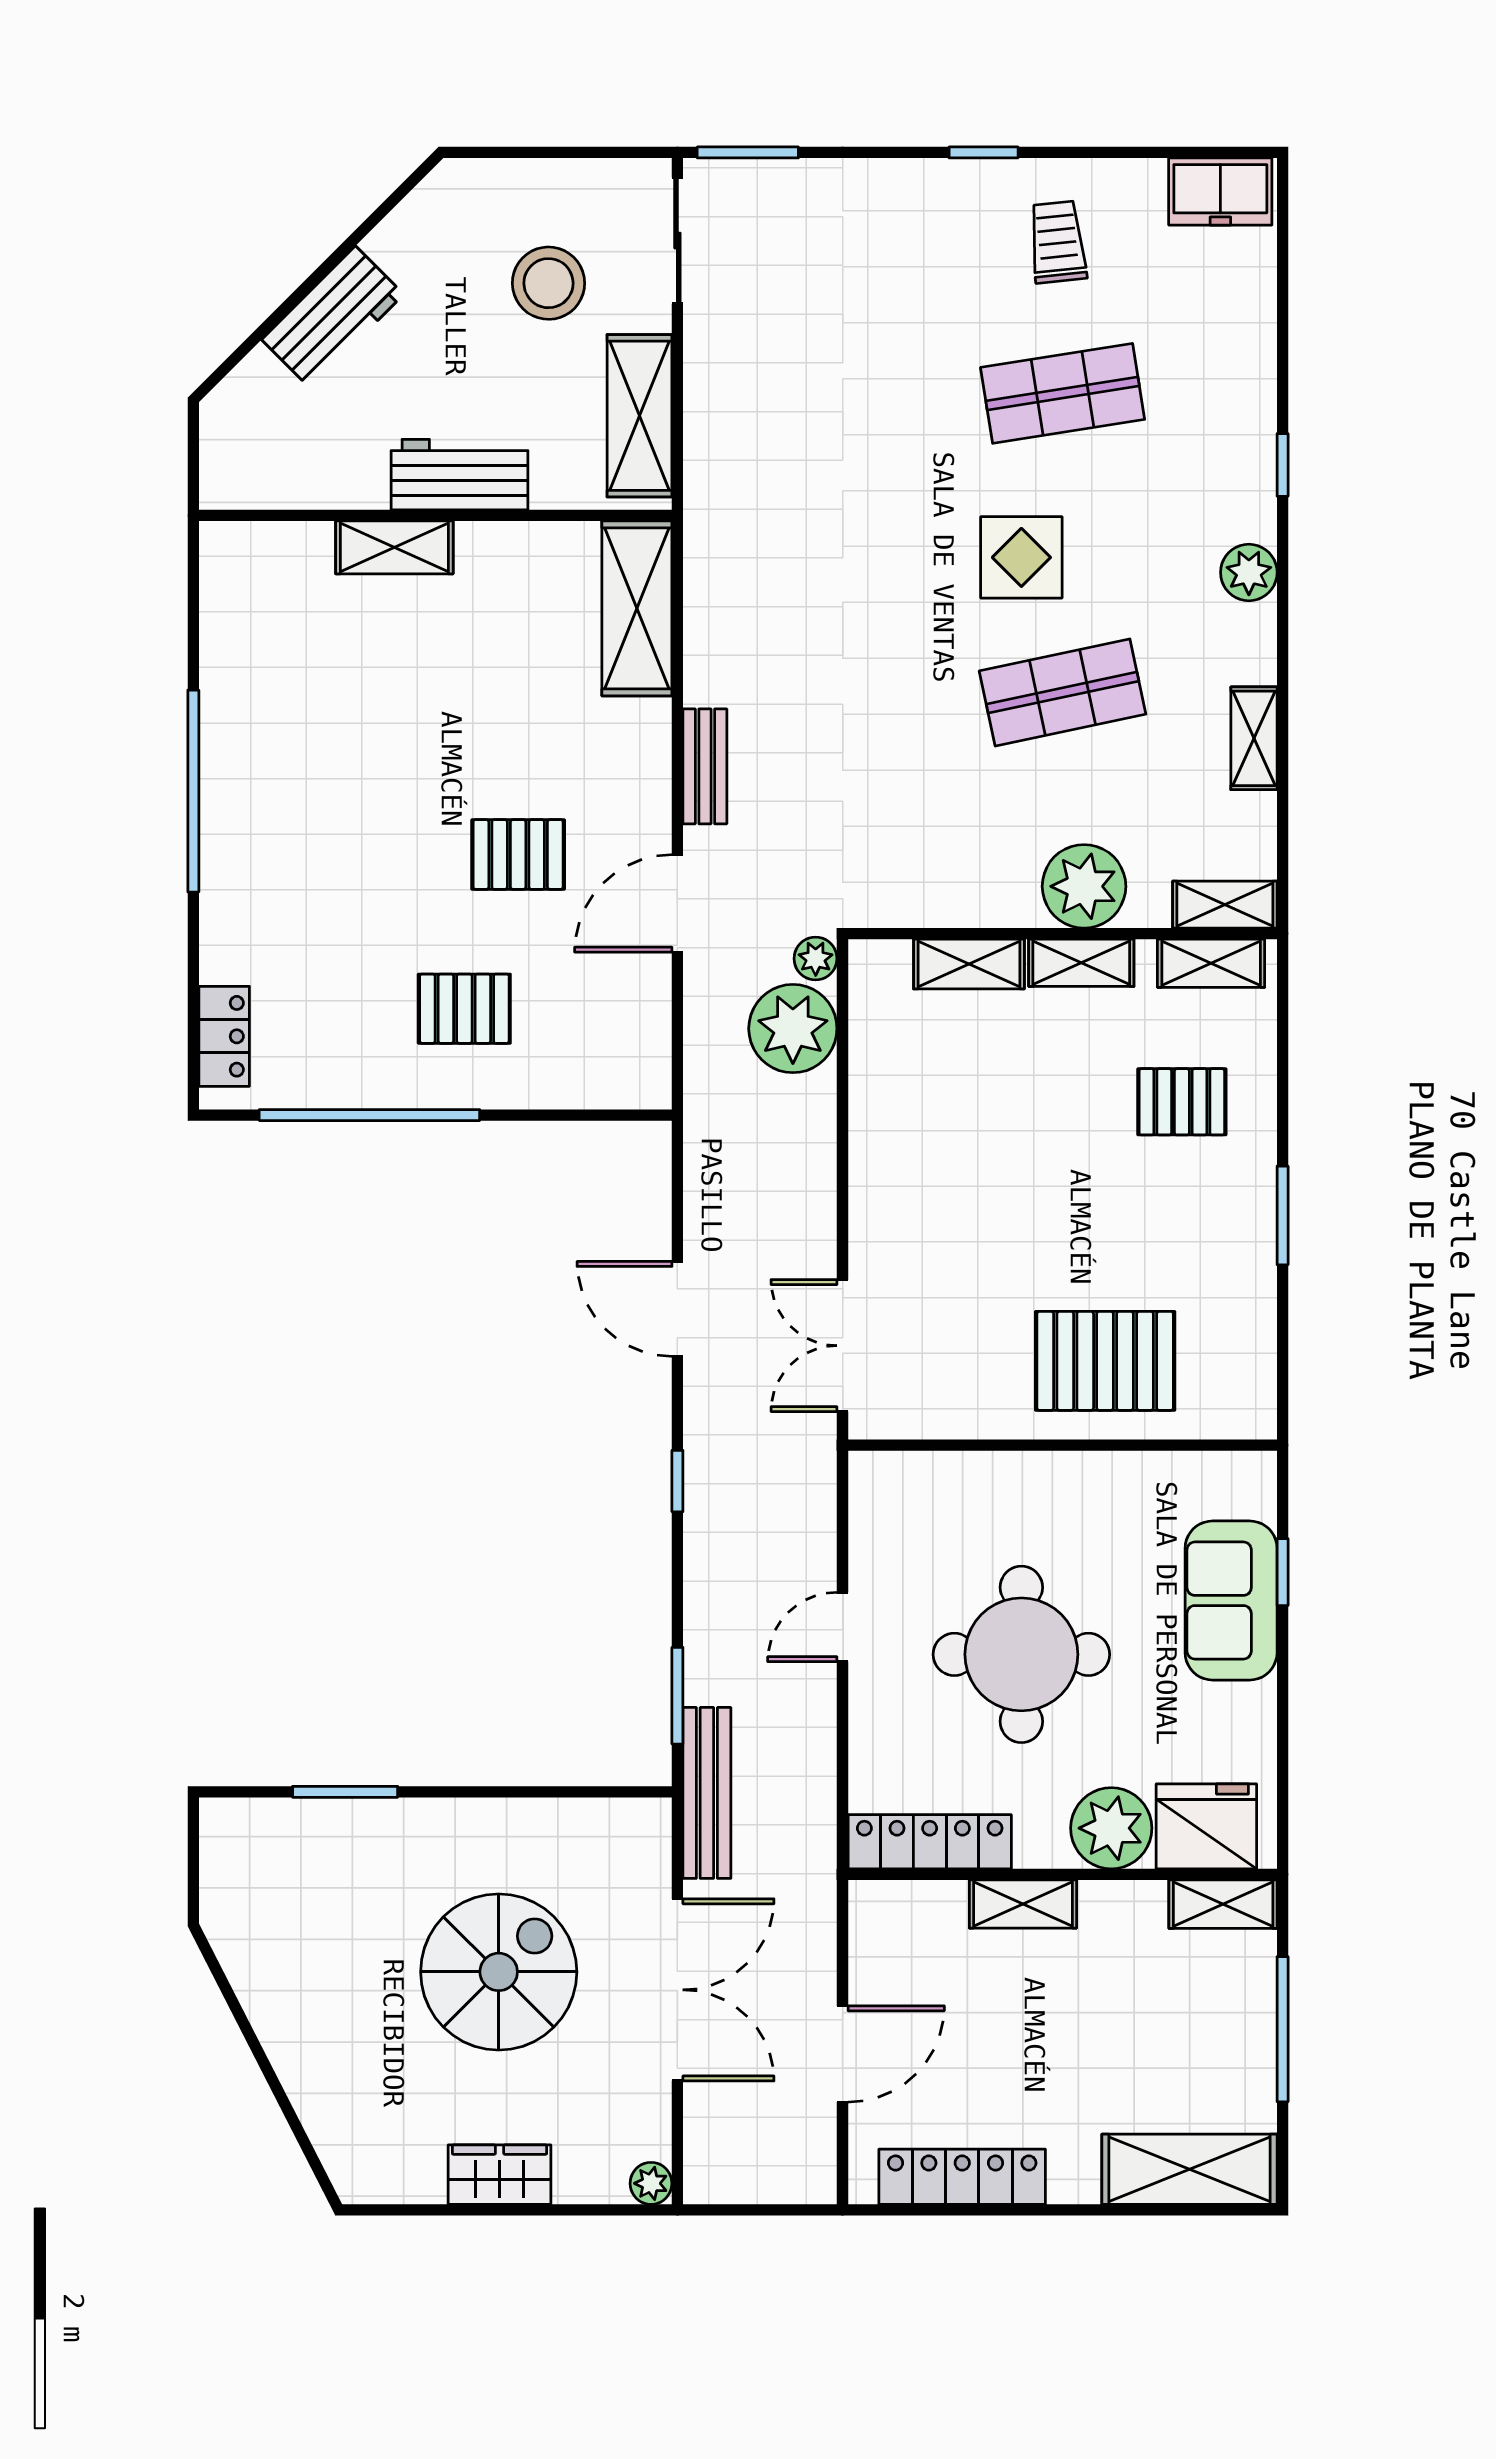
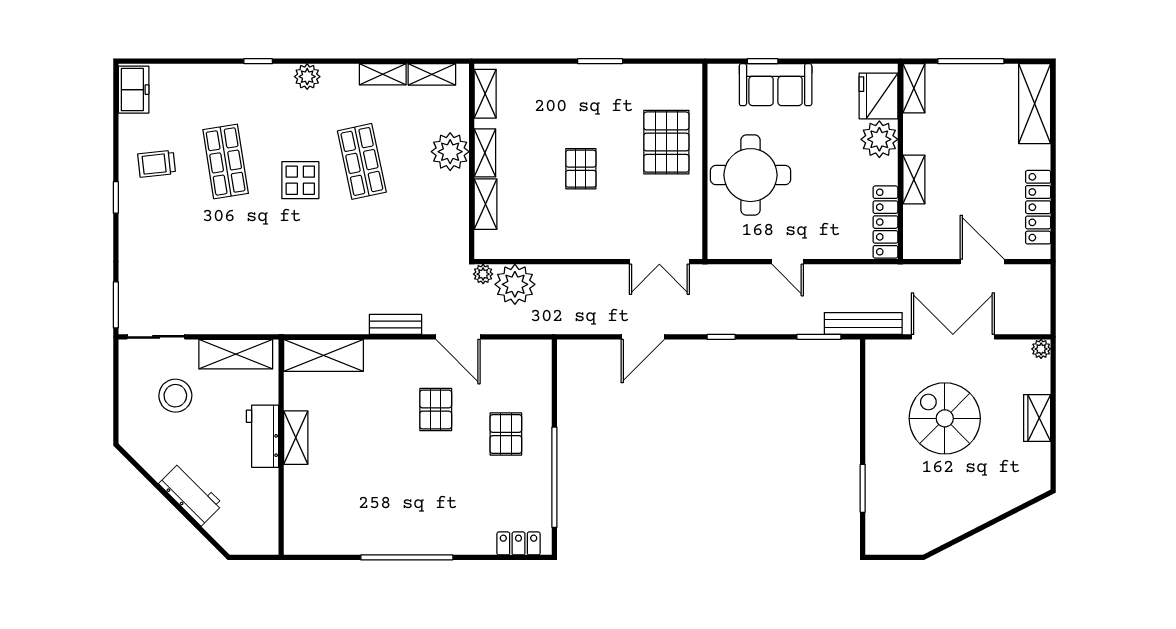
shelving: (394, 547) -> (296, 438), moved
shelving: (1225, 905) -> (432, 74), moved, turned 90
pallet: (1182, 1102) -> (581, 169), moved
round table: (1021, 1654) -> (751, 175), moved

